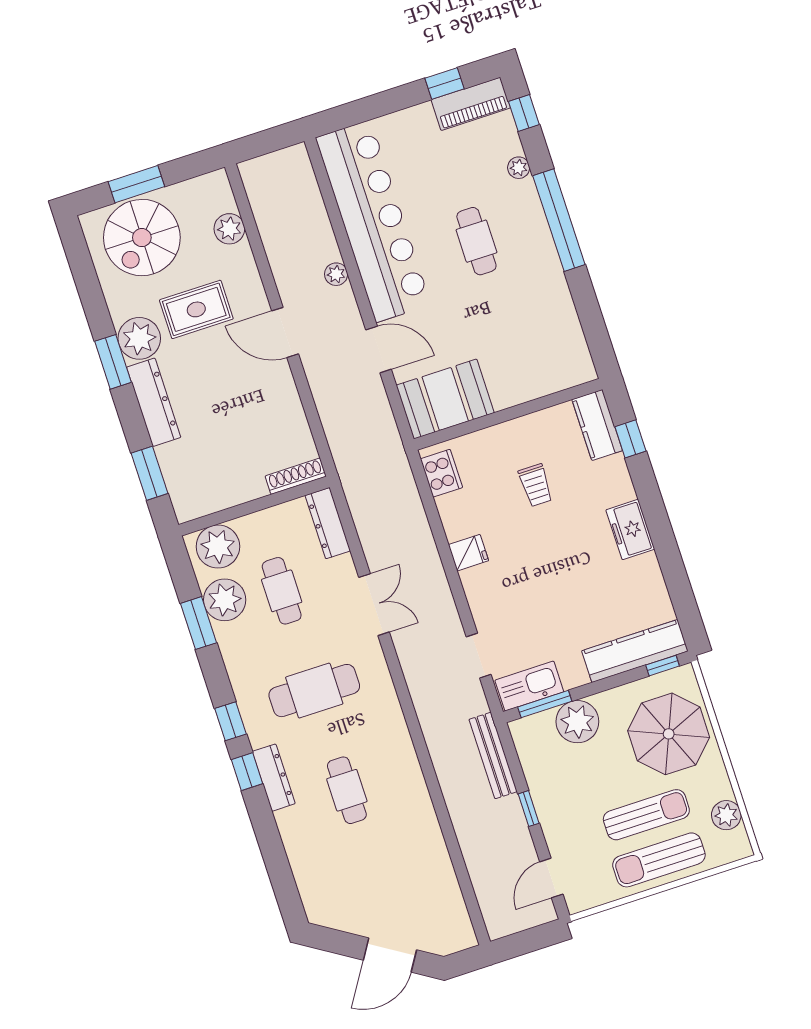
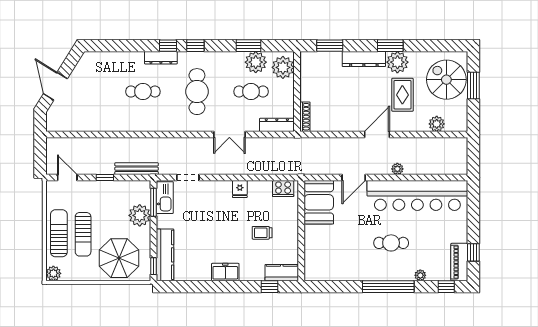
plant: (726, 815) -> (53, 273), moved

